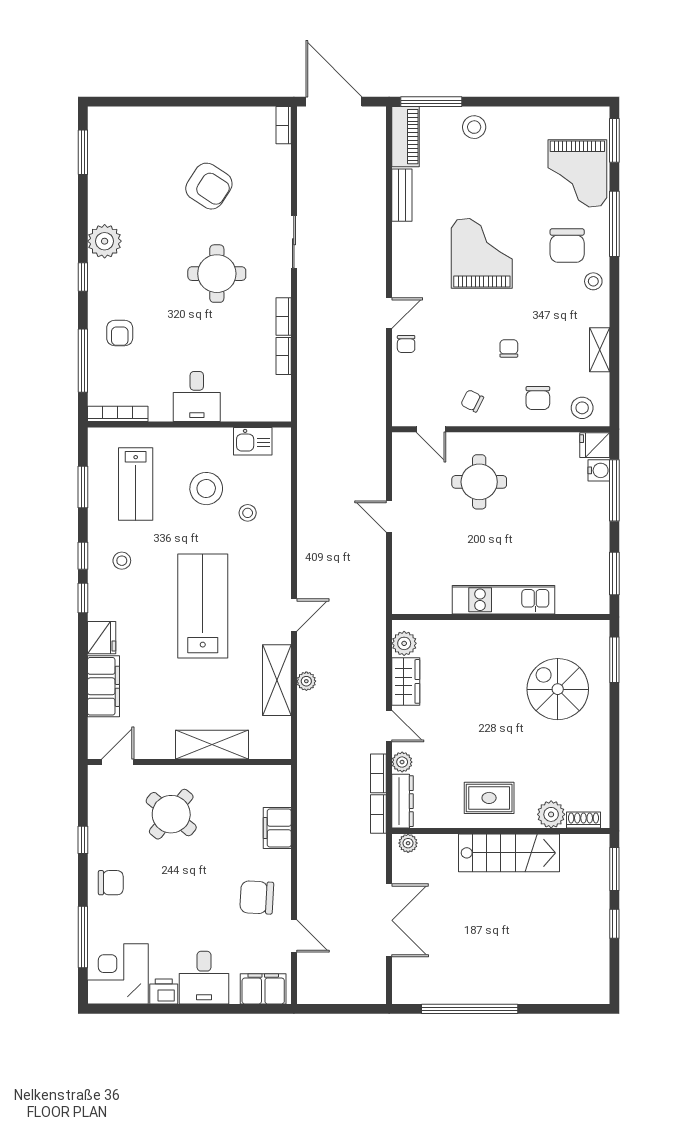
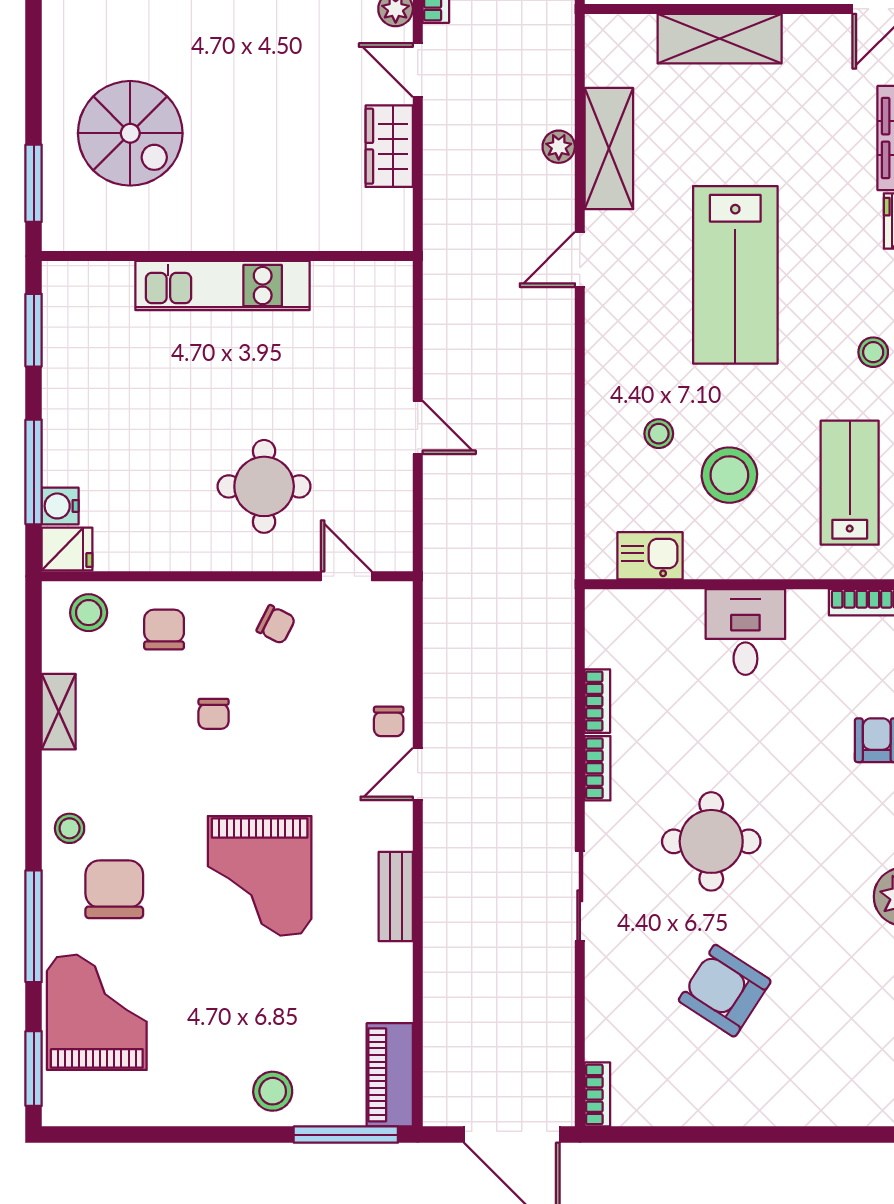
bench: (402, 195) -> (396, 896), moved
chair: (406, 344) -> (389, 721), turned 180
plant: (404, 643) -> (392, 211), removed

